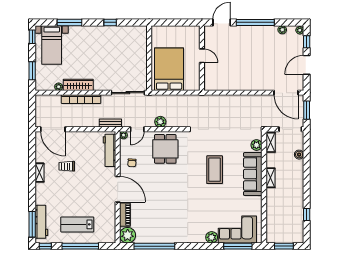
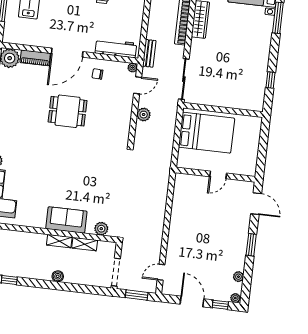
window: (110, 22) -> (271, 80), moved
window: (255, 22) -> (251, 245), width x0.47
door: (286, 93) -> (161, 272), width x0.53
door: (137, 129) -> (138, 85), swing flipped
shelving: (271, 142) -> (85, 244), moved
dining table: (165, 149) -> (68, 111), moved
boiler: (299, 155) -> (58, 276), moved
coffee table: (215, 170) -> (77, 174), removed
sofa: (253, 174) -> (66, 220), width x0.73

